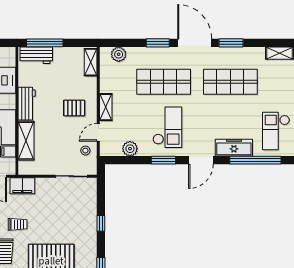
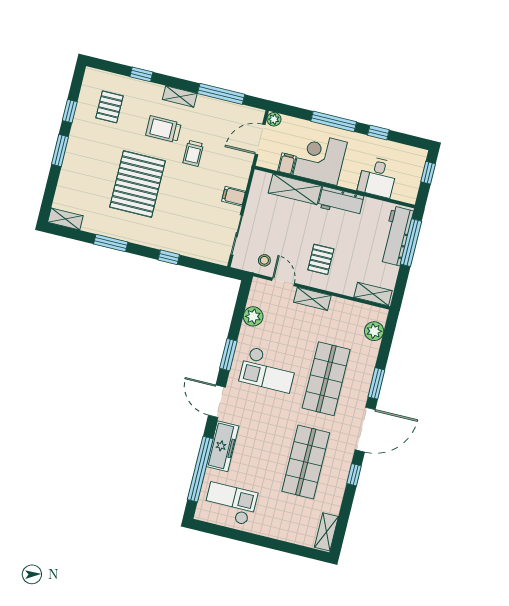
window: (231, 43) -> (354, 475), width x0.67
workbench: (36, 55) -> (396, 236), width x1.37
filing cabinet: (22, 186) -> (234, 196), moved, width x0.50

